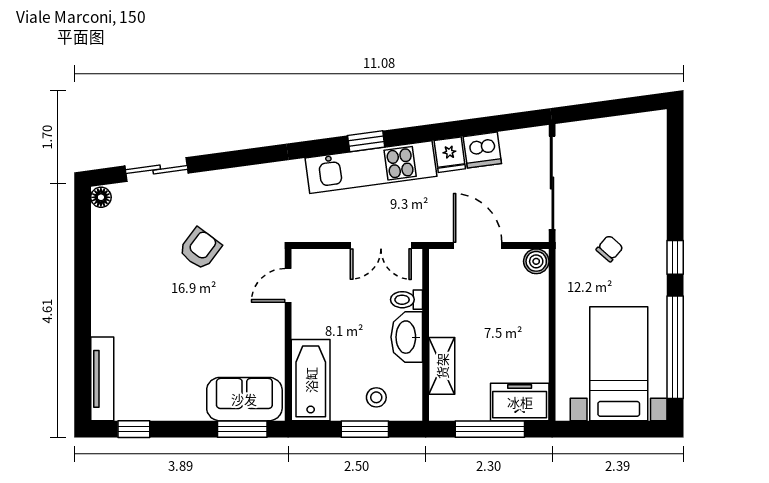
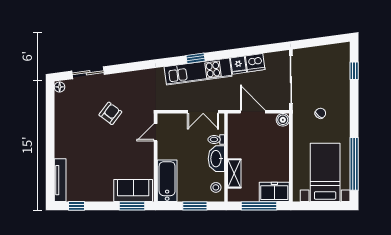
window: (675, 257) -> (354, 71), moved
stool: (376, 397) -> (216, 187), moved

